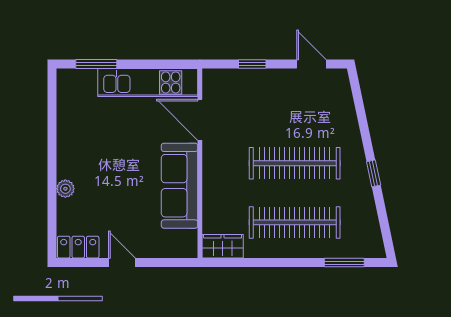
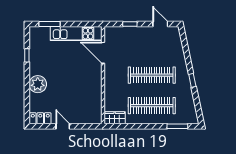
window: (52, 125) -> (27, 55), added
sofa: (180, 186) -> (92, 87), removed
plant: (65, 189) -> (38, 84), width x1.88, depth x1.88

